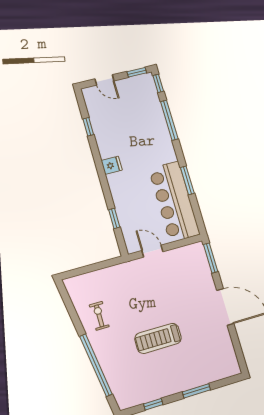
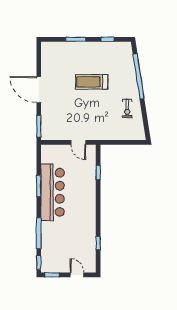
fridge: (112, 165) -> (89, 211), removed
bar counter: (174, 201) -> (53, 192), moved
treadmill: (158, 338) -> (92, 82), turned 180

